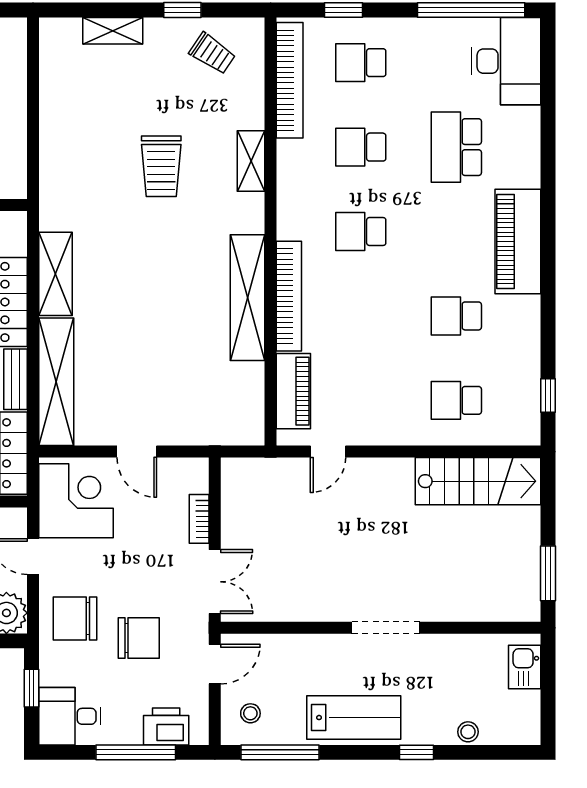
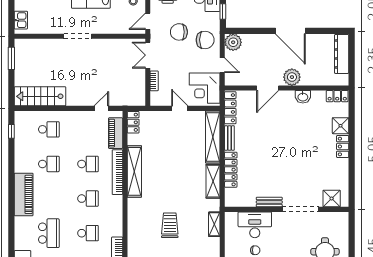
shelving: (251, 161) -> (214, 224), moved
school desk: (361, 316) -> (88, 164), added
locker: (251, 418) -> (133, 122), added

